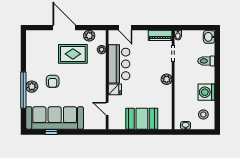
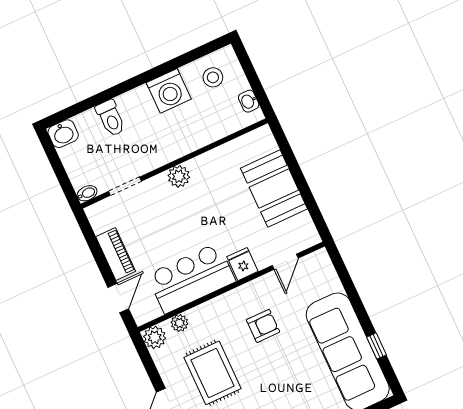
piano: (160, 35) -> (116, 254), moved
plant: (89, 36) -> (155, 337), moved
armchair: (53, 81) -> (263, 326), moved

